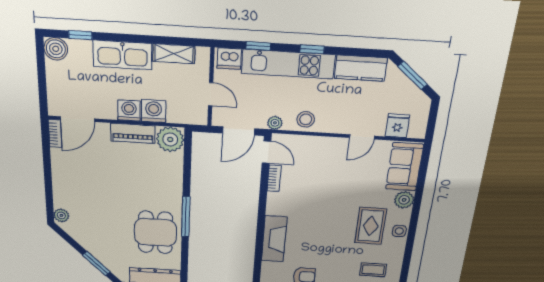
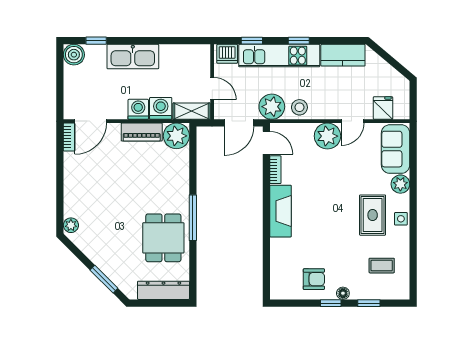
shelving: (174, 54) -> (191, 111), moved
window: (413, 75) -> (389, 59), removed
plant: (275, 123) -> (272, 107), width x1.88, depth x1.88
plant: (333, 150) -> (327, 136), added
fireplace: (274, 239) -> (280, 211), moved

